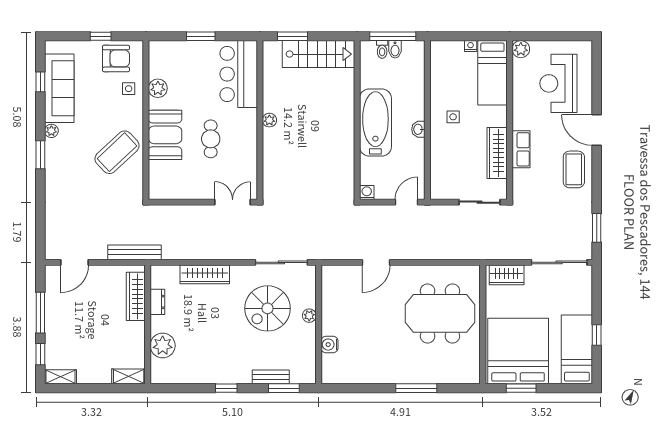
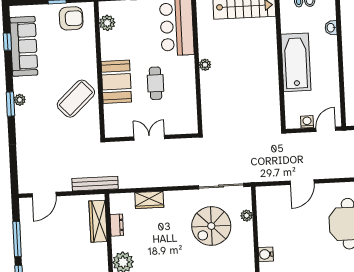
plant: (158, 88) -> (107, 23), moved
side table: (129, 89) -> (83, 44), removed
washbasin: (418, 129) -> (331, 28), moved
plant: (51, 131) -> (20, 100), moved
washing machine: (367, 192) -> (307, 122), moved
double door: (233, 202) -> (149, 138), moved
wardrobe: (205, 274) -> (149, 200), width x0.67
plant: (309, 316) -> (247, 216), moved

